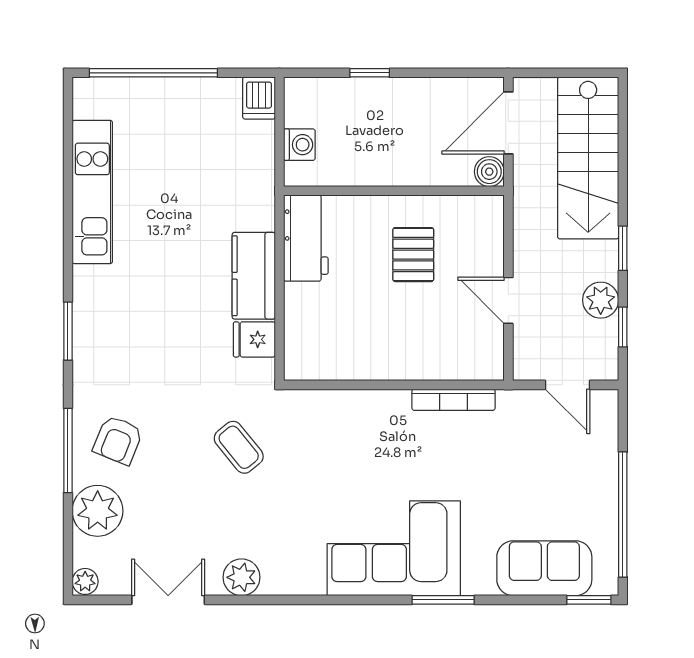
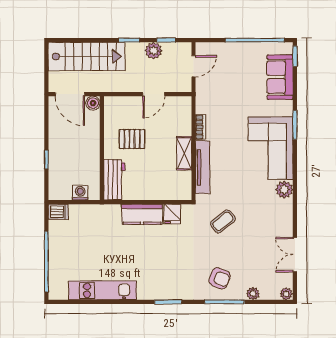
workbench: (306, 238) -> (114, 180), moved, turned 90
shelving: (383, 365) -> (184, 153), added
bookcase: (453, 400) -> (200, 127), width x0.64
tv unit: (353, 404) -> (203, 167), added
plant: (98, 511) -> (253, 294), width x0.53, depth x0.53
plant: (241, 577) -> (284, 190), moved

